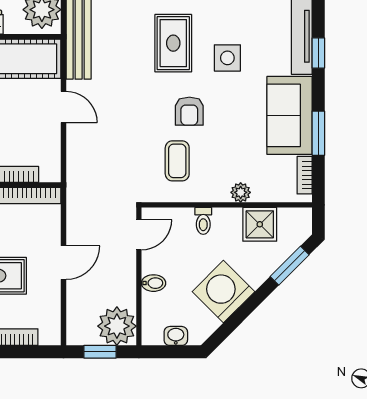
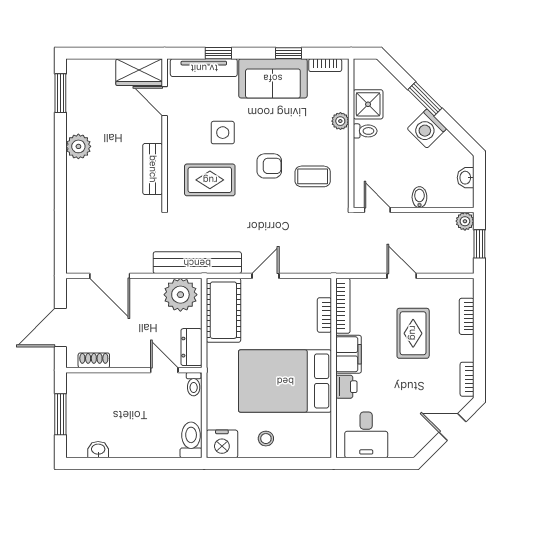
window: (318, 133) -> (288, 53), width x0.67
toilet: (203, 221) -> (365, 131), moved
window: (290, 266) -> (425, 99), moved
washing machine: (223, 292) -> (427, 129), width x0.73, depth x0.73
plant: (117, 326) -> (465, 221), width x0.53, depth x0.53

